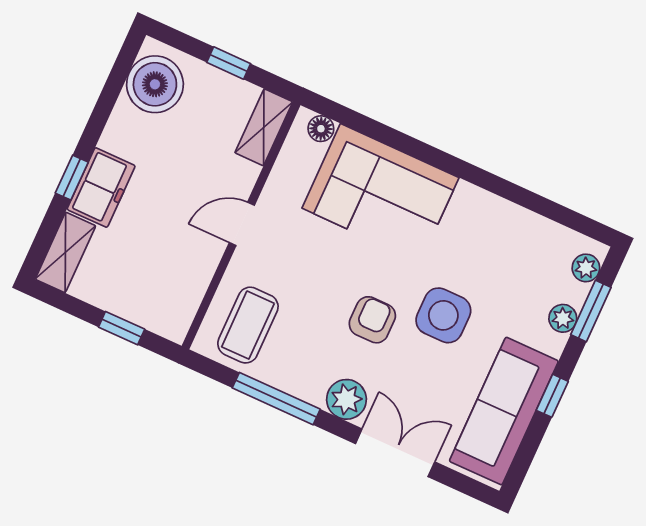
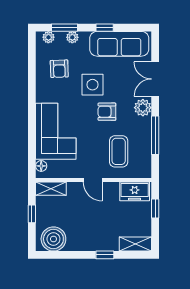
freezer: (101, 188) -> (135, 191), moved, turned 180
armchair: (509, 260) -> (59, 69), added
coffee table: (248, 325) -> (119, 151), moved, turned 90

